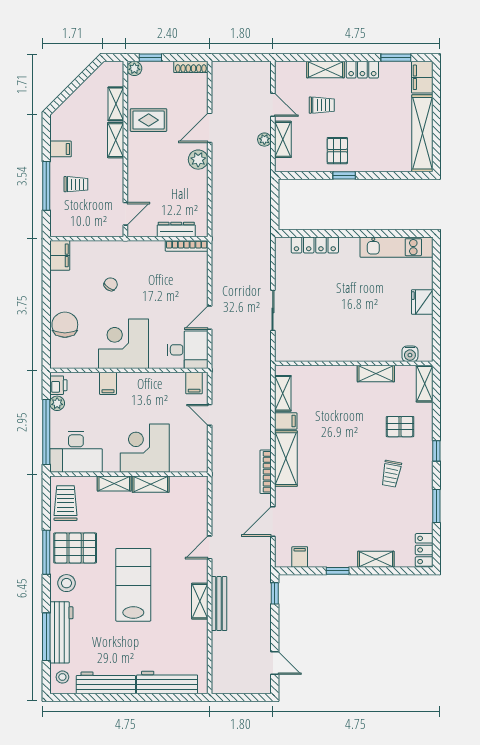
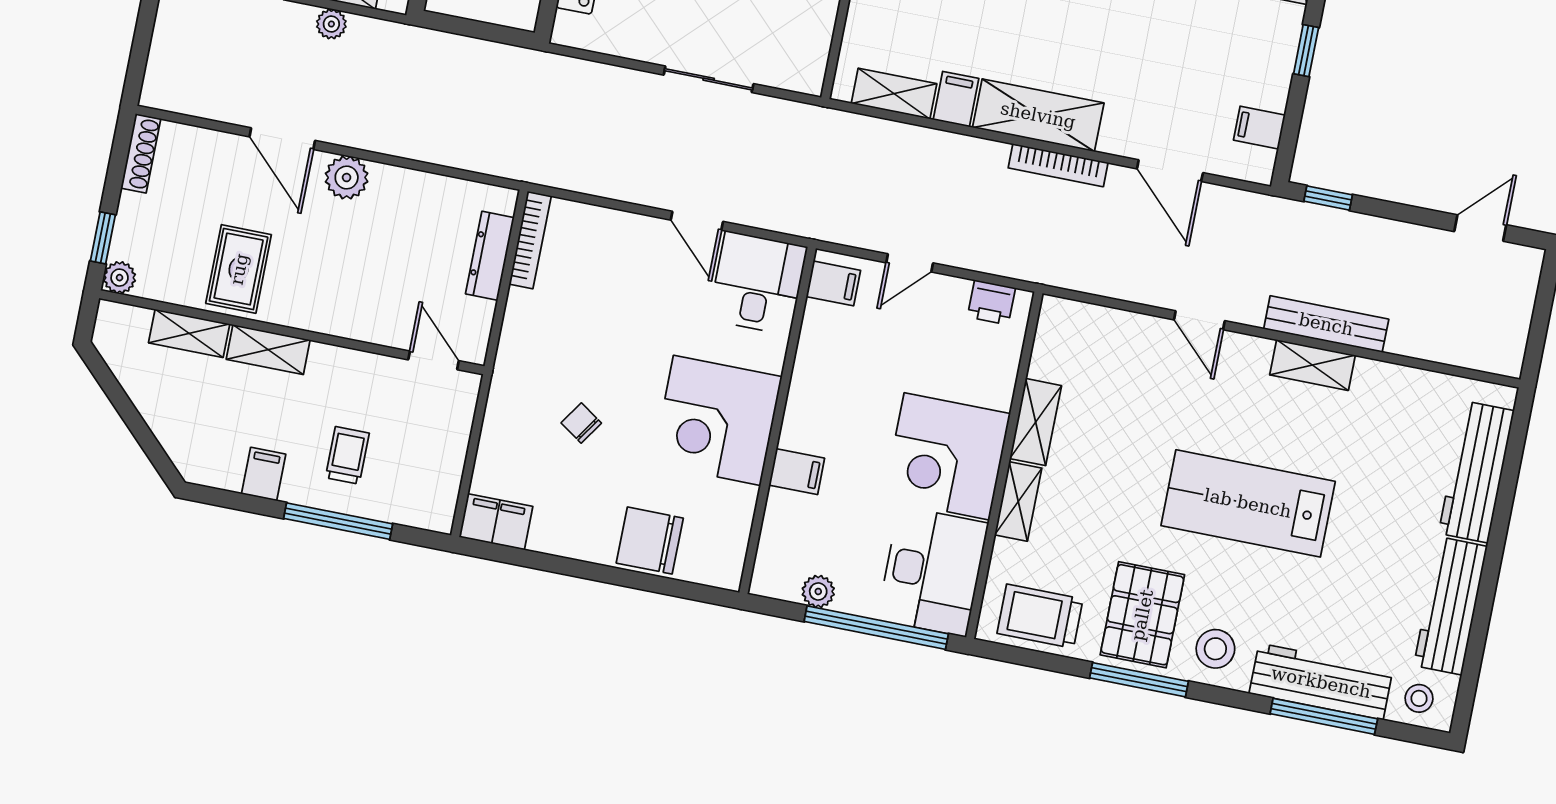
printer: (58, 385) -> (991, 302), moved, turned 180
corner desk: (145, 448) -> (947, 456), moved

